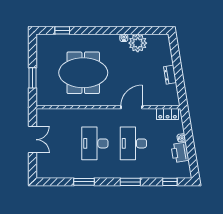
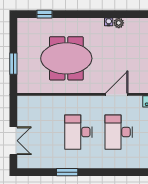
plant: (138, 43) -> (119, 23), width x0.53, depth x0.53
double door: (32, 140) -> (13, 141), moved
window: (130, 182) -> (115, 172), removed

